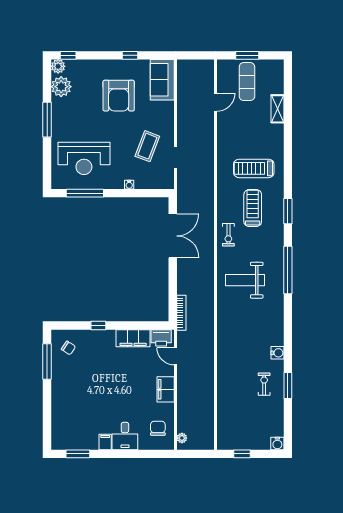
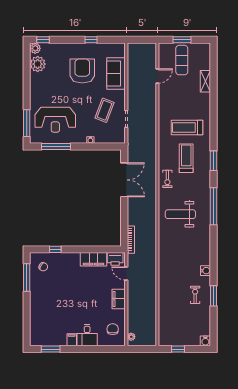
sofa: (162, 80) -> (116, 74), moved
armchair: (119, 96) -> (82, 71), turned 180
window: (47, 120) -> (27, 123), moved
window: (98, 325) -> (55, 249), moved

